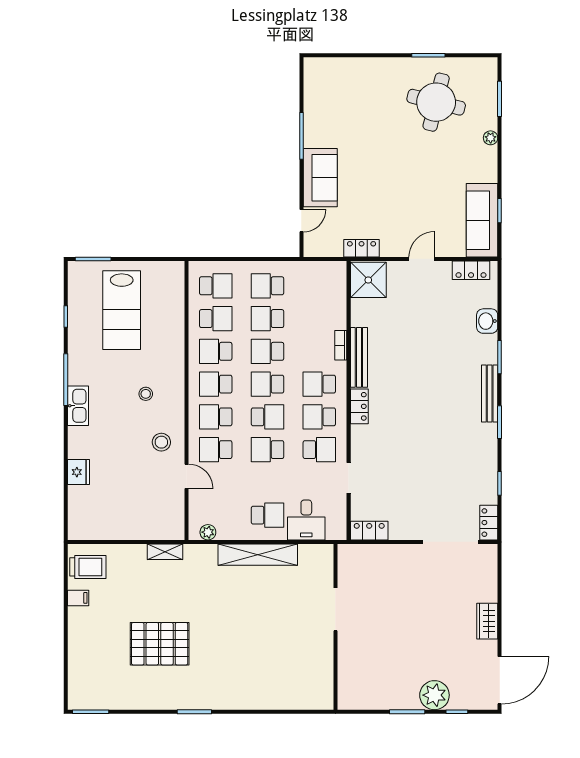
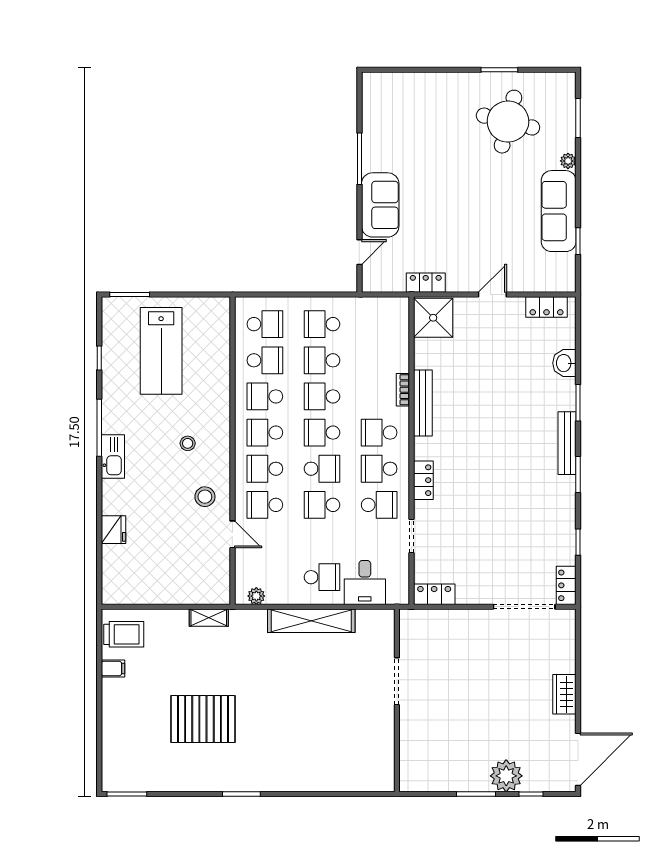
sofa: (482, 220) -> (559, 211), moved
locker: (359, 406) -> (423, 480), moved

